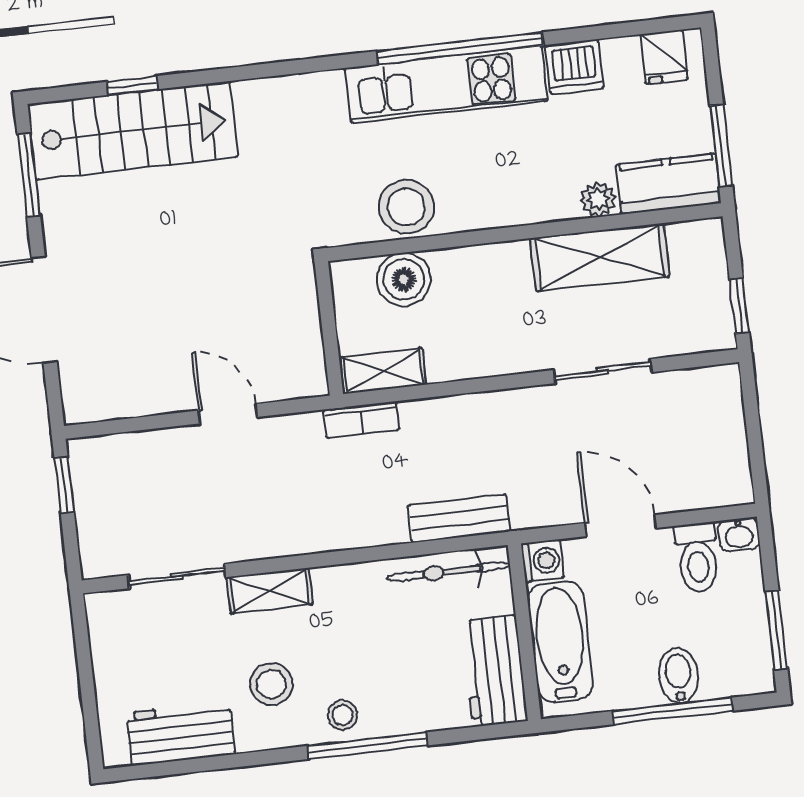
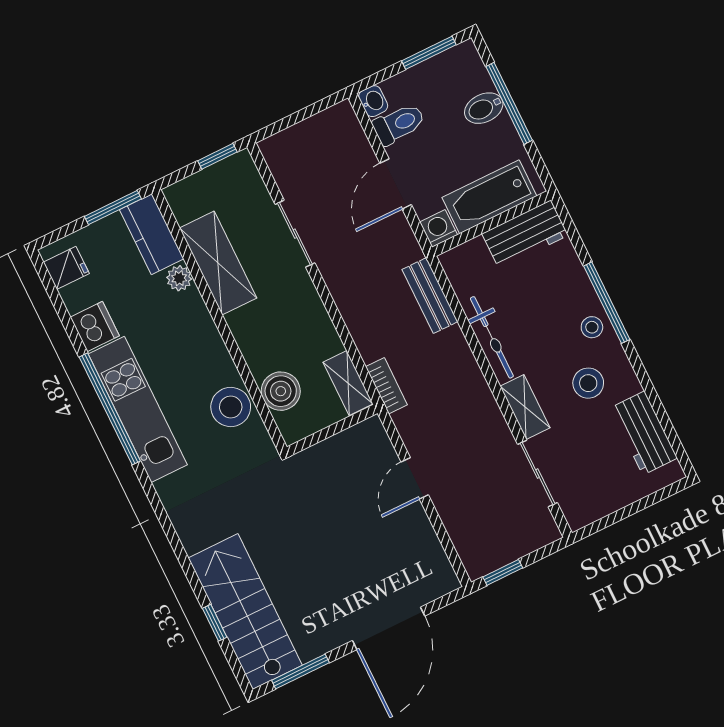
bicycle: (448, 571) -> (492, 337), moved

